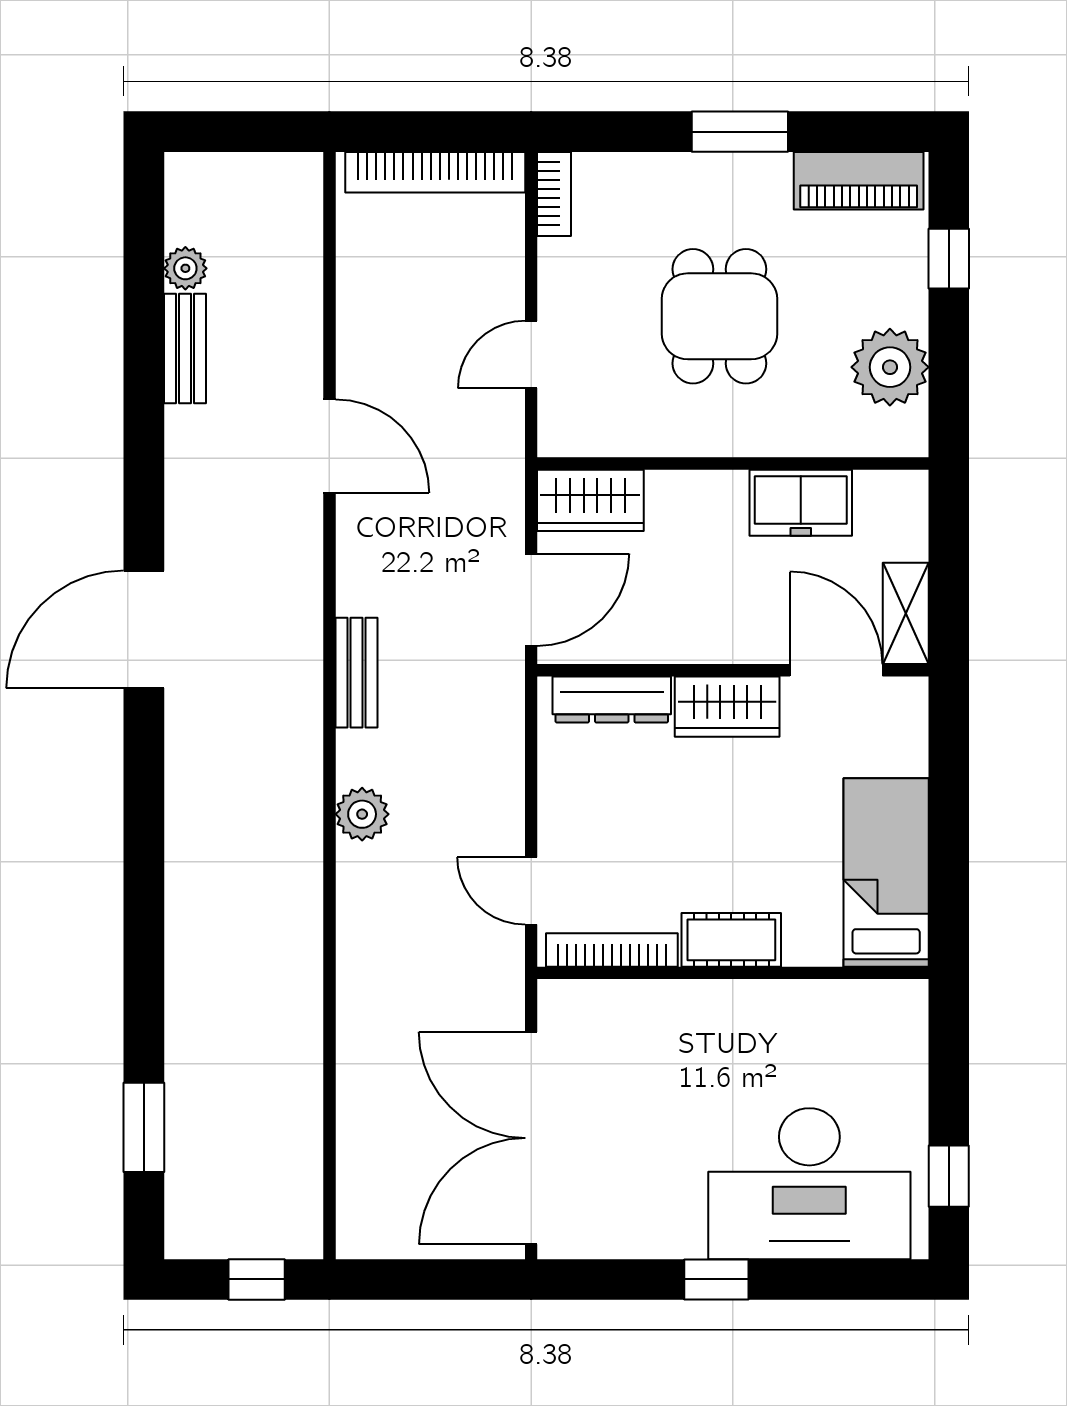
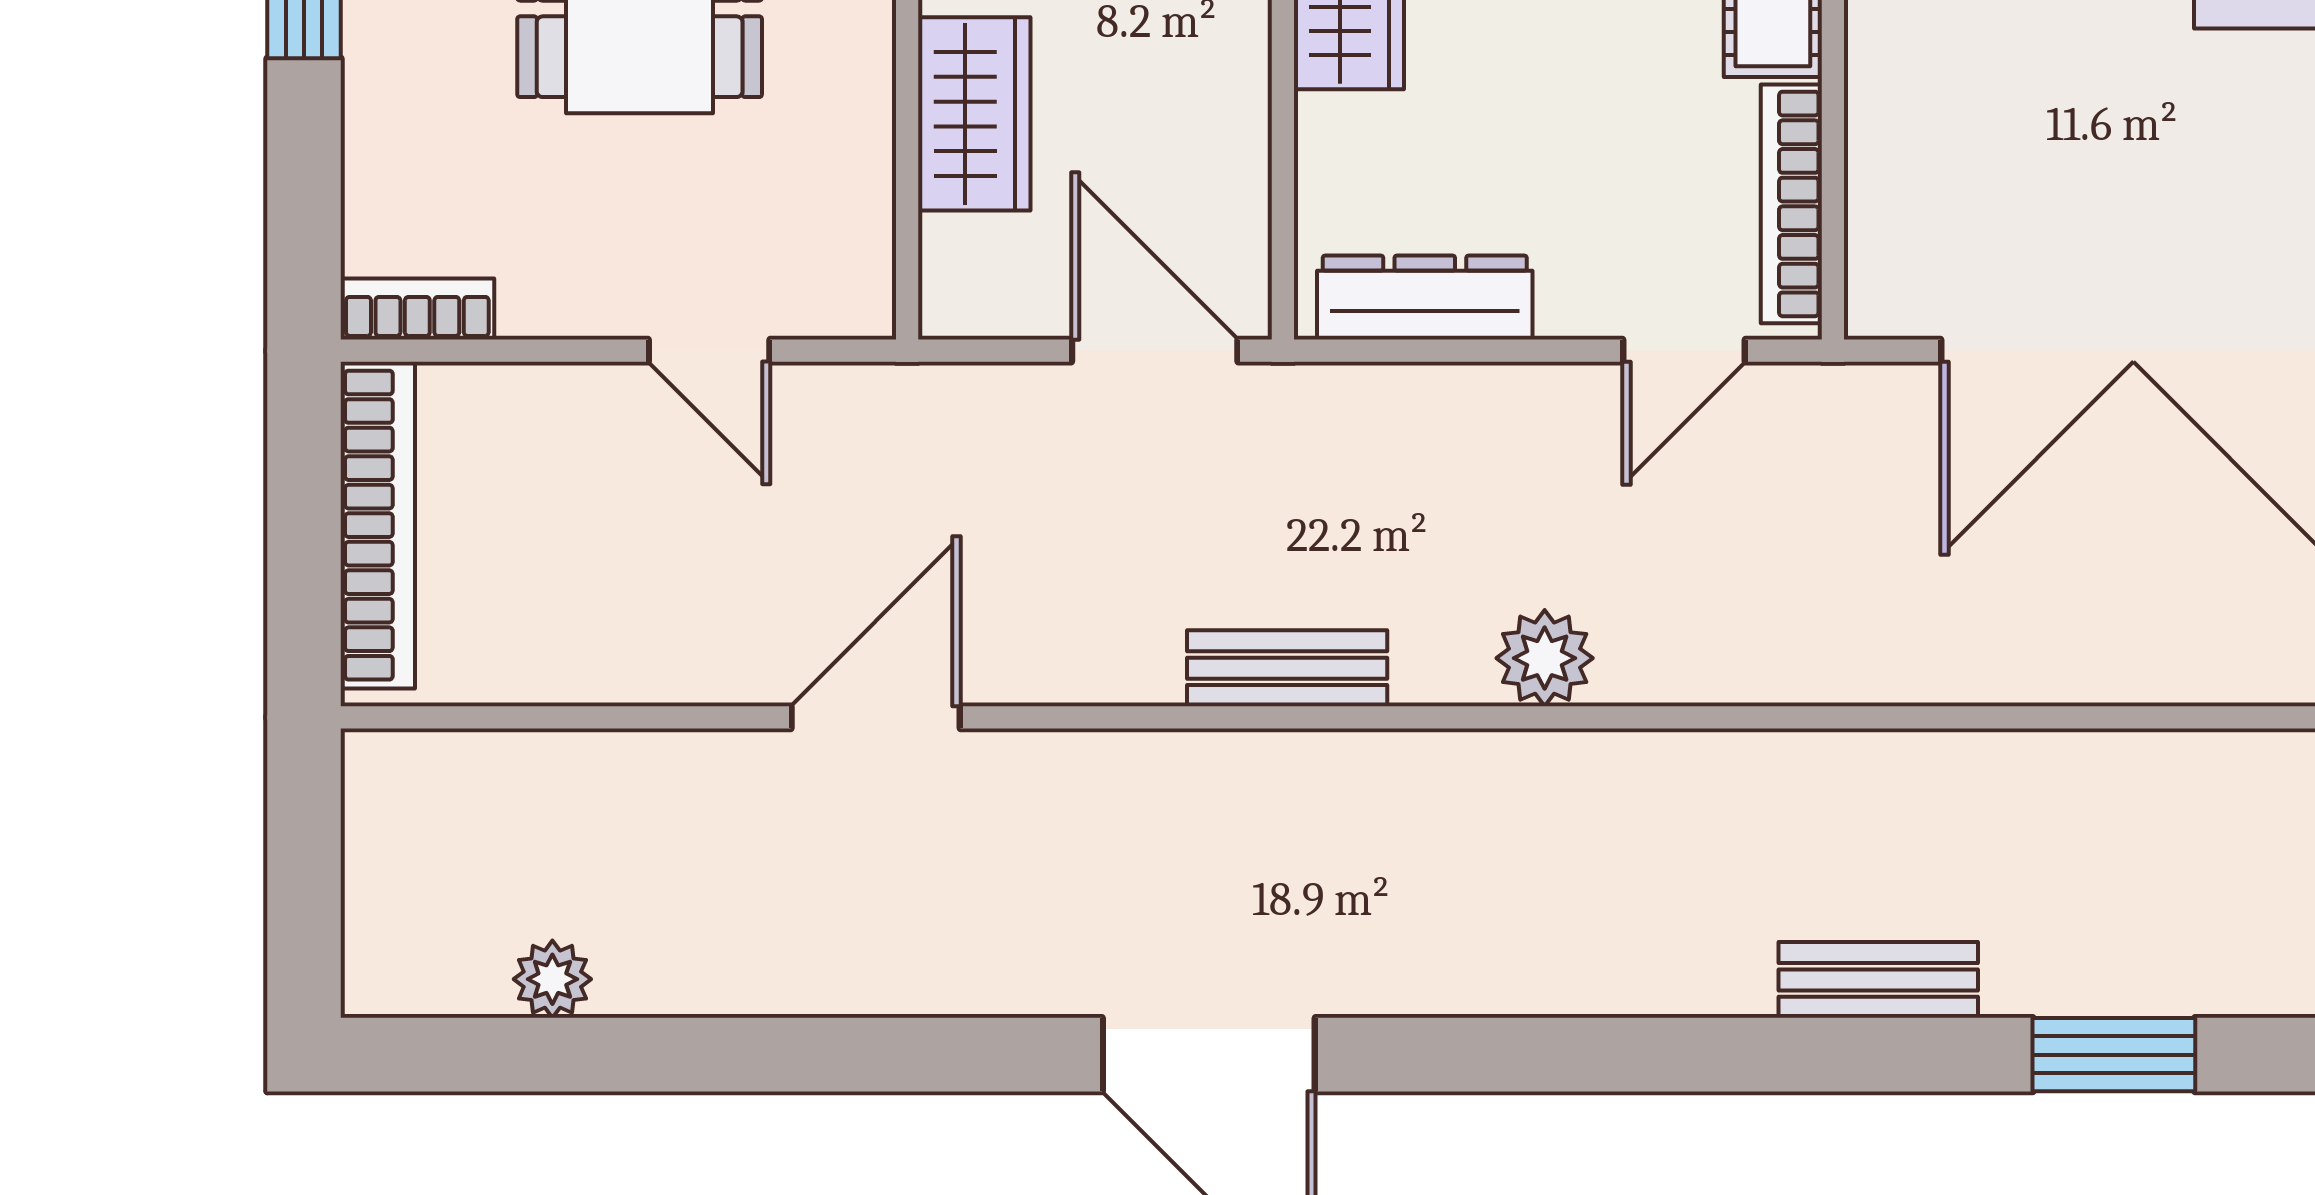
bench: (185, 349) -> (1878, 980), moved
wardrobe: (590, 500) -> (974, 114), moved
dresser: (612, 699) -> (1425, 298), moved, turned -90

